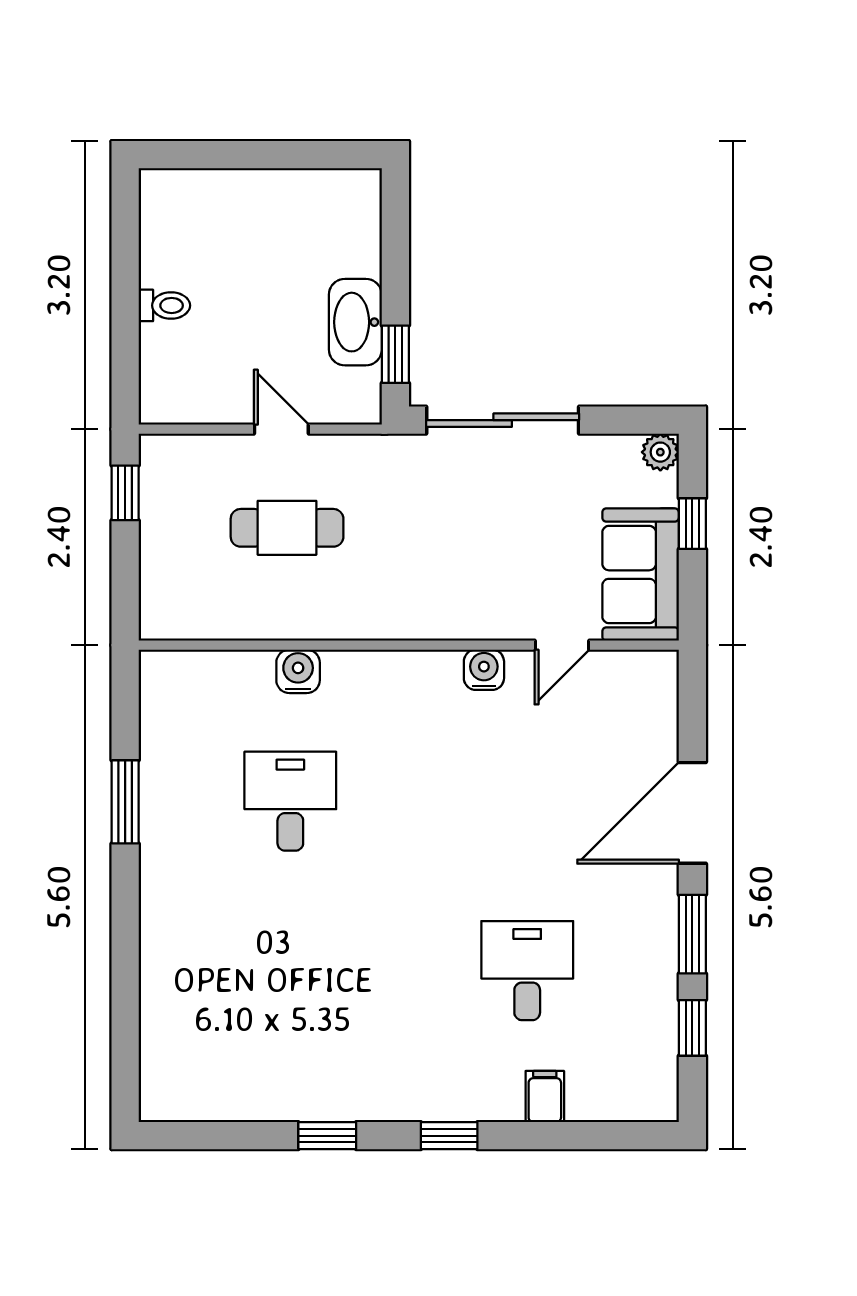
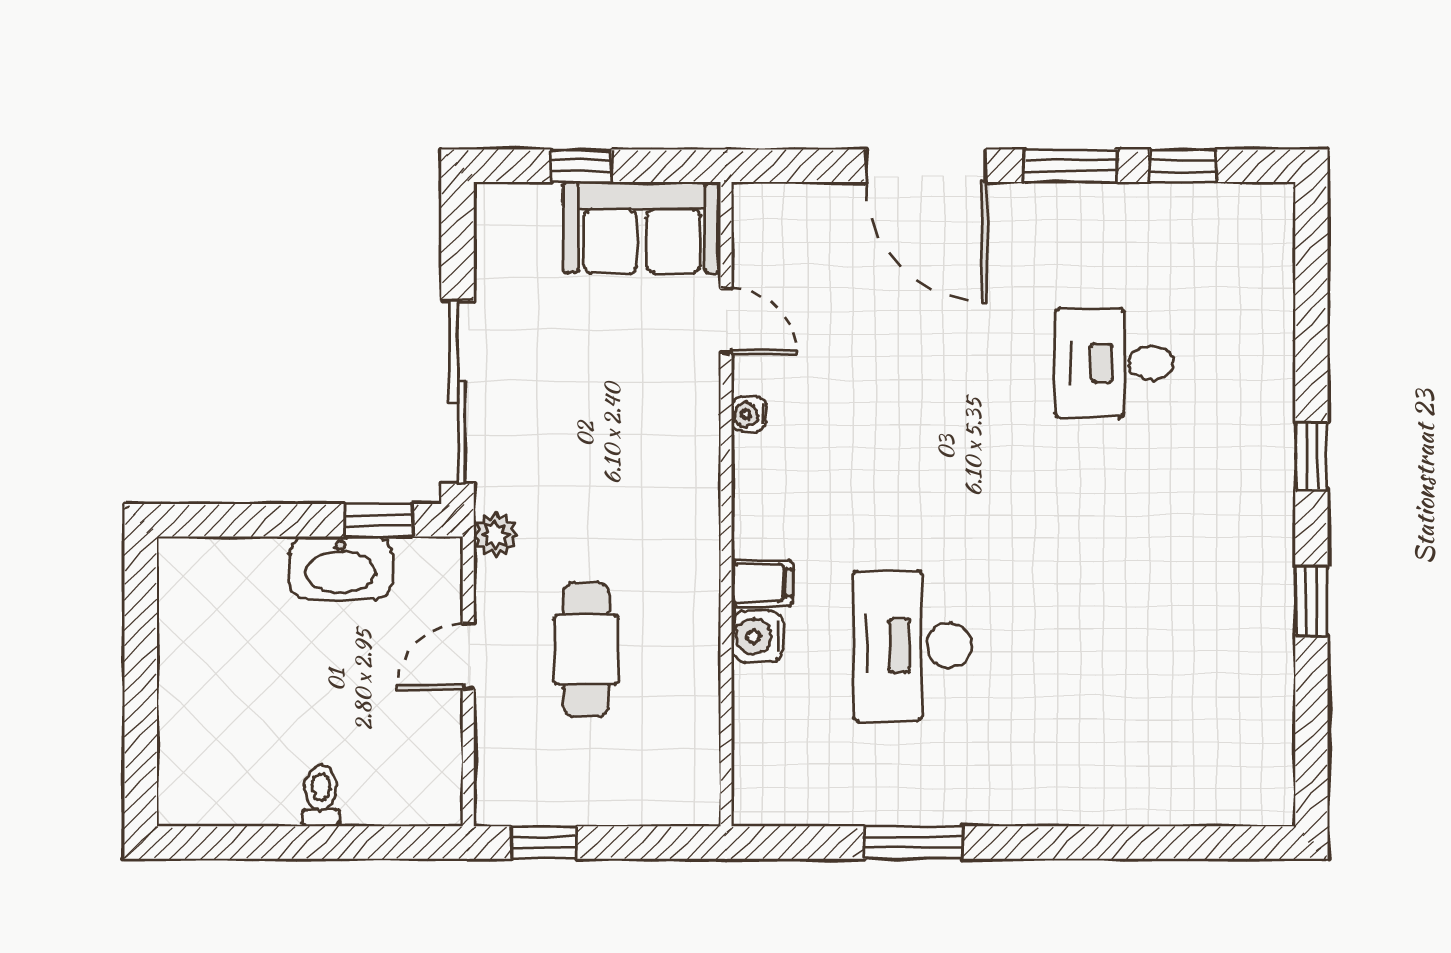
plant: (660, 452) -> (496, 535), moved
water cooler: (484, 670) -> (749, 415), width x0.72, depth x0.72
desk: (290, 801) -> (912, 646), width x1.37
filing cabinet: (545, 1097) -> (762, 583), moved, turned 180

